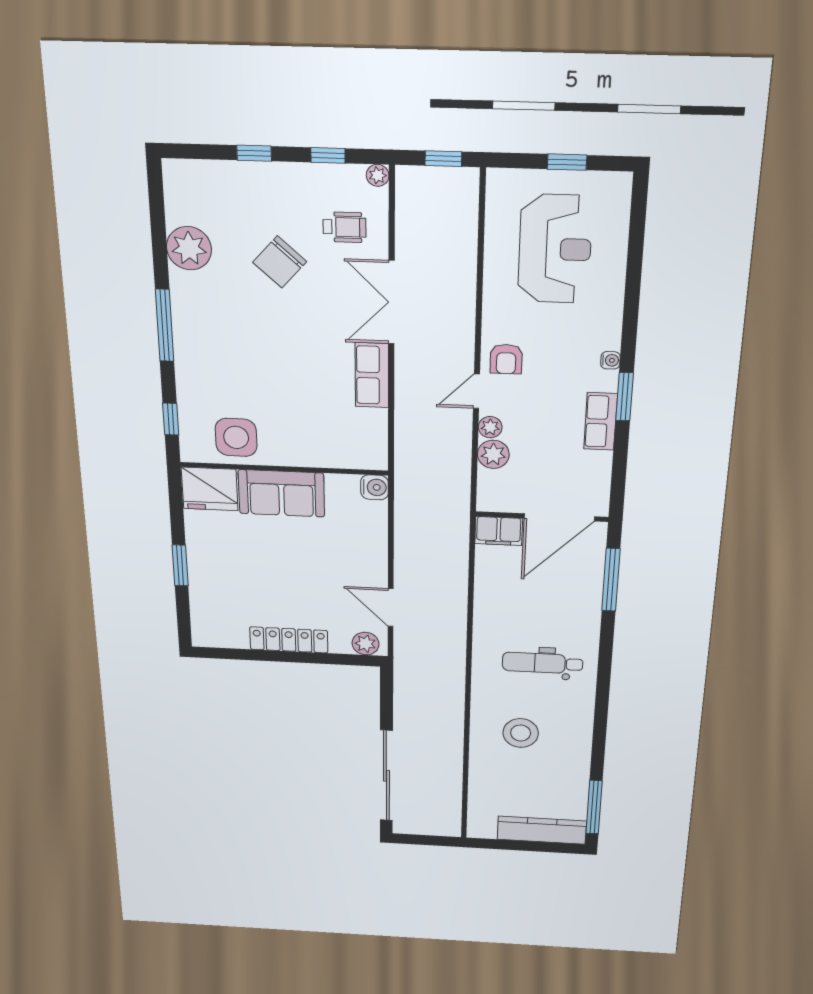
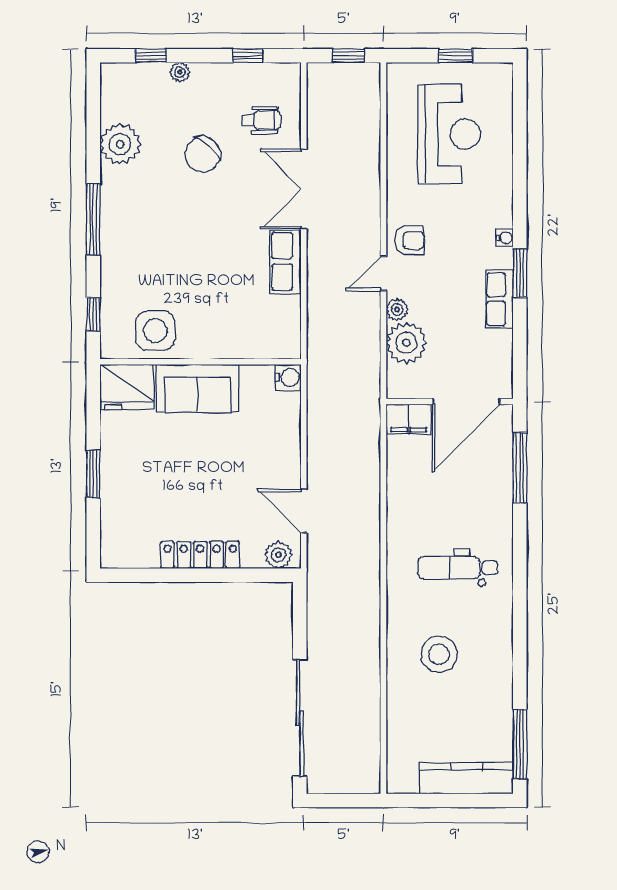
window: (254, 153) -> (151, 56), moved
plant: (378, 175) -> (180, 72), moved
armchair: (506, 359) -> (410, 240), turned -90
plant: (493, 454) -> (406, 343), width x1.36, depth x1.36

